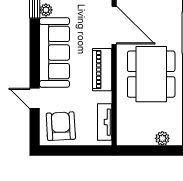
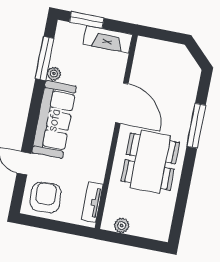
piano: (102, 70) -> (100, 147), removed
plant: (162, 138) -> (122, 226), moved

